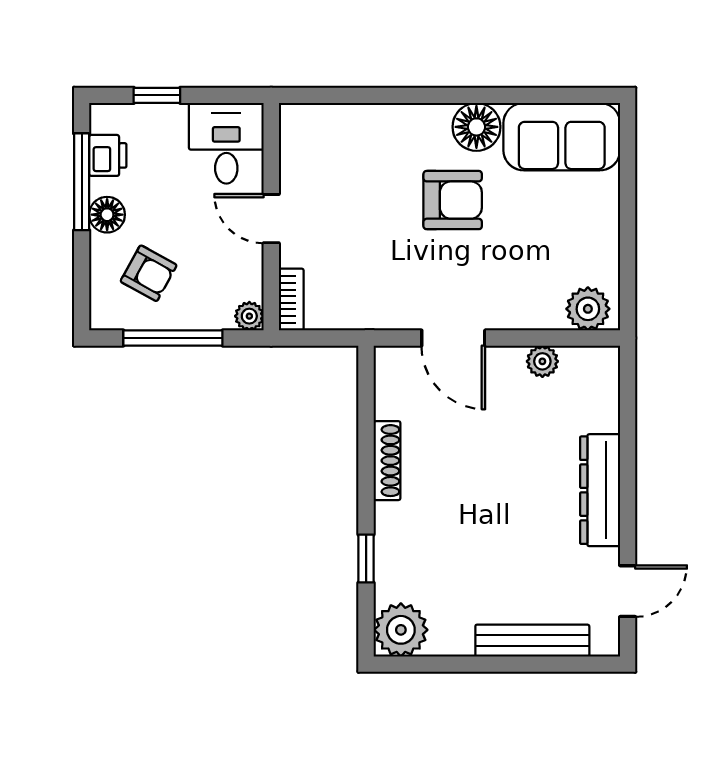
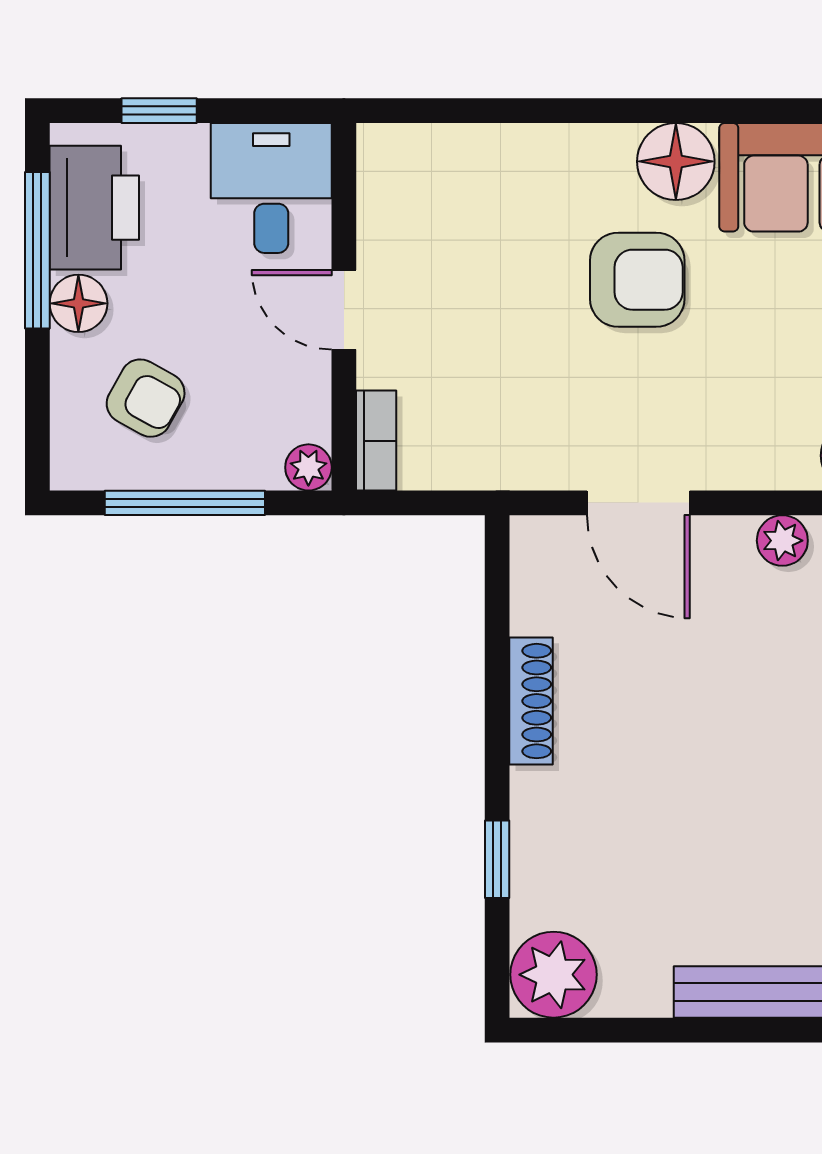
printer: (108, 155) -> (94, 208), width x1.87, depth x1.48

